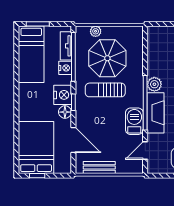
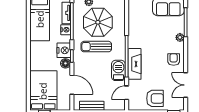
plant: (154, 84) -> (134, 42), removed

